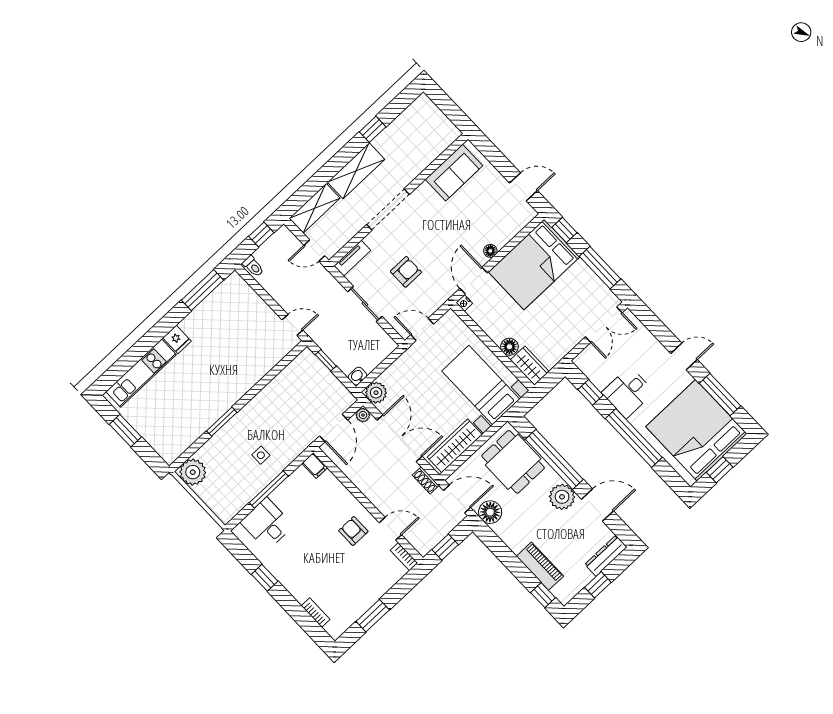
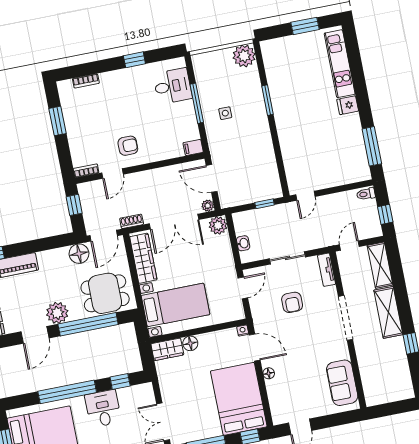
washbasin: (357, 376) -> (243, 243), moved

